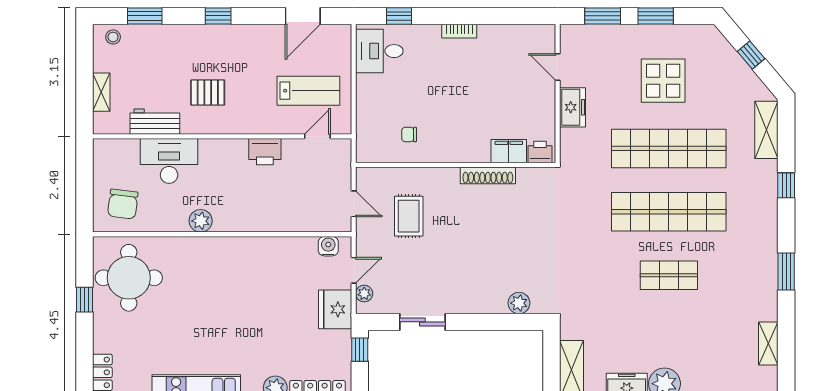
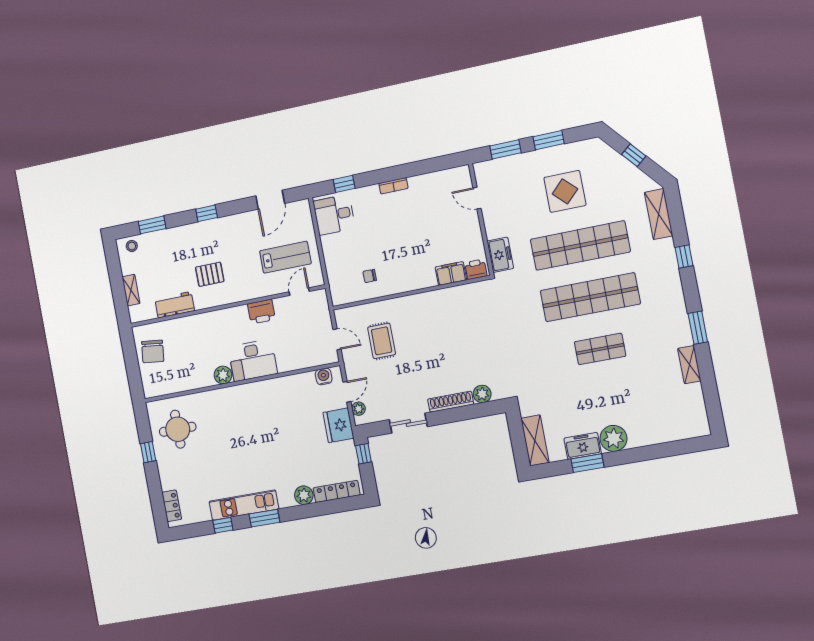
freezer: (573, 107) -> (500, 255), moved
desk: (169, 161) -> (253, 360), moved, turned 180
shoe rack: (488, 175) -> (451, 402), moved, turned 180
chair: (123, 204) -> (153, 351), moved
round table: (129, 278) -> (178, 429), width x0.73, depth x0.73
shelving: (768, 344) -> (689, 365), moved

